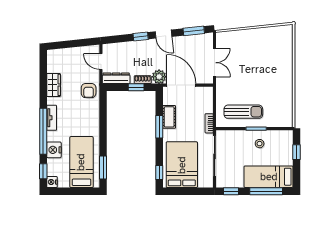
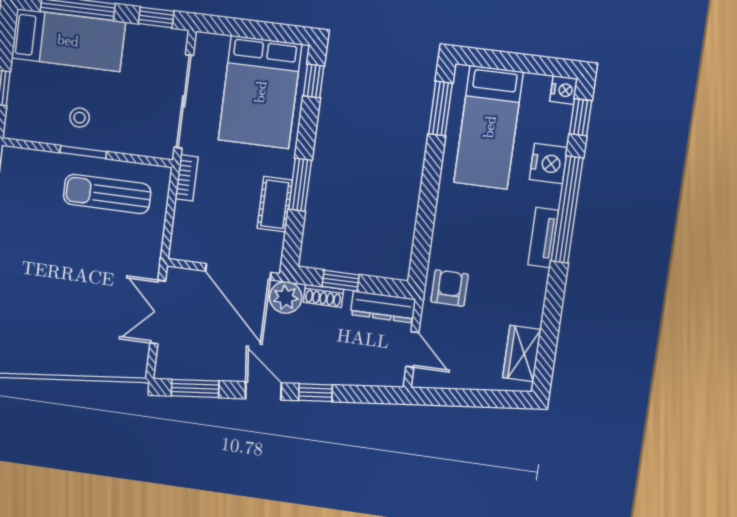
wardrobe: (54, 85) -> (522, 354), moved

